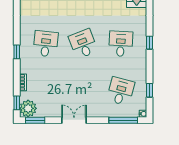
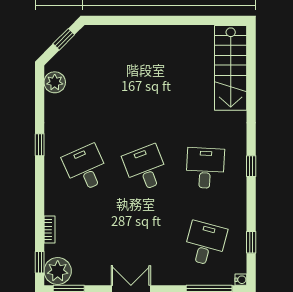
desk: (46, 44) -> (86, 168), turned -30
window: (17, 52) -> (40, 145), moved

